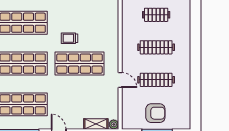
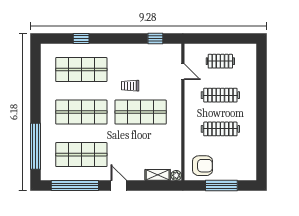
door: (120, 80) -> (183, 72), moved
armchair: (155, 113) -> (202, 166), moved

